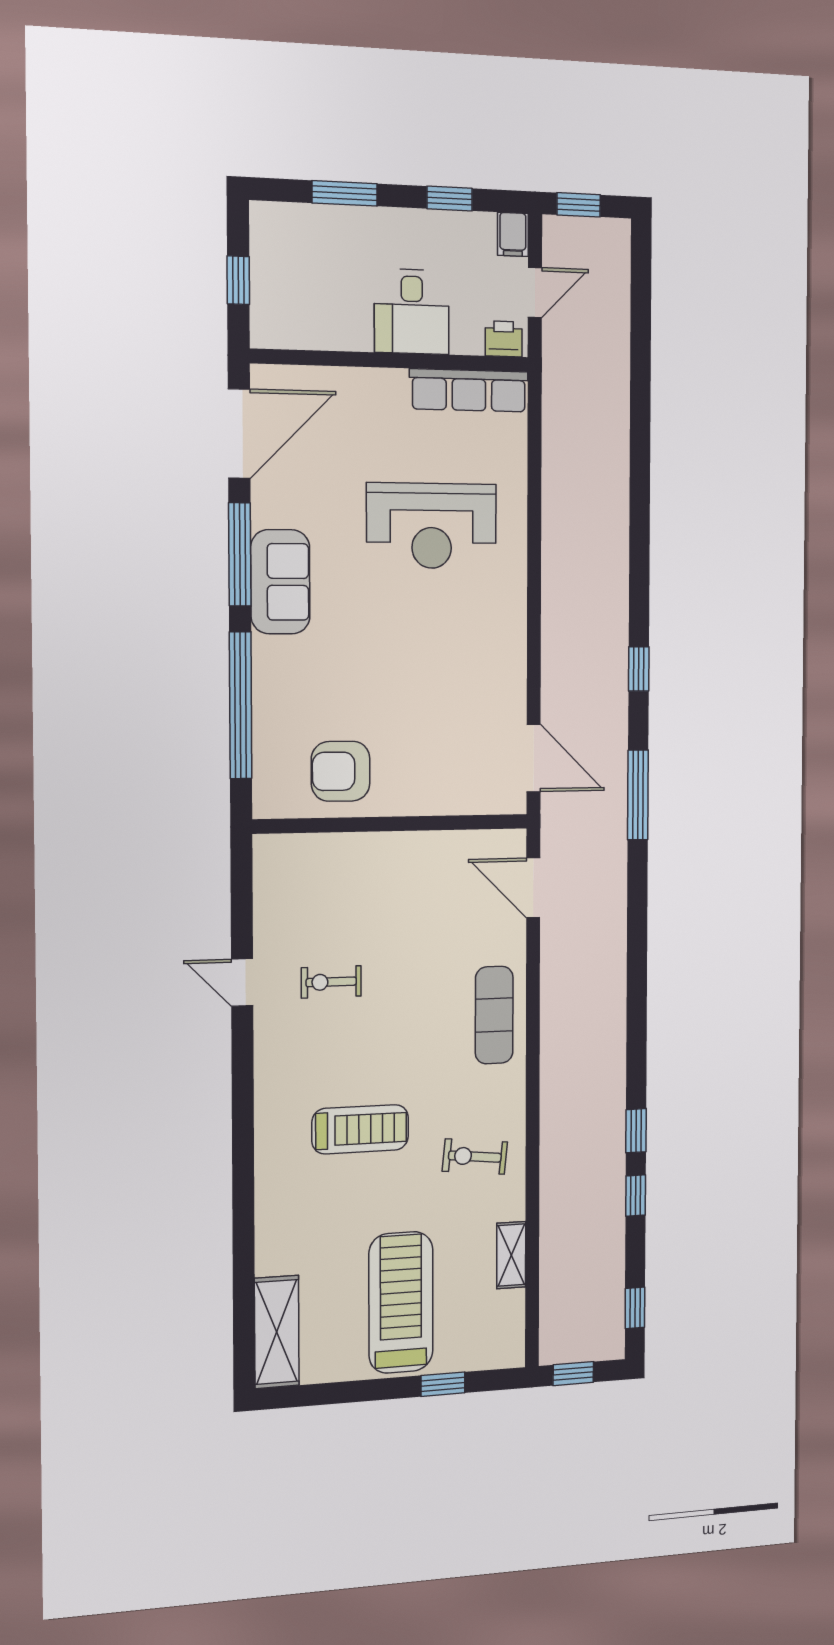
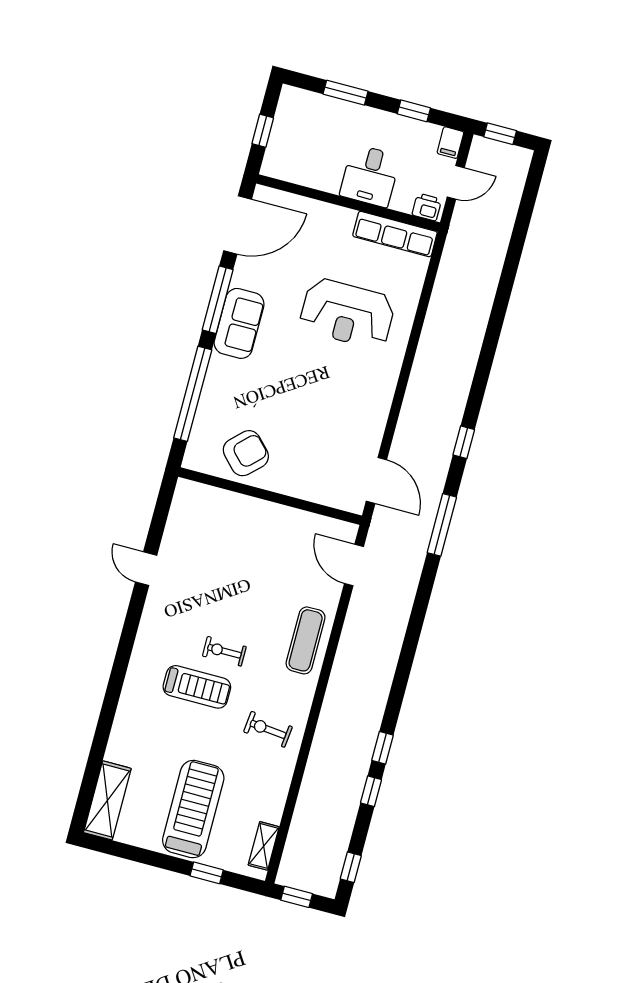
armchair: (341, 771) -> (246, 453), turned 136
exercise bike: (331, 982) -> (224, 651), moved
shelving: (511, 1255) -> (264, 846), moved

